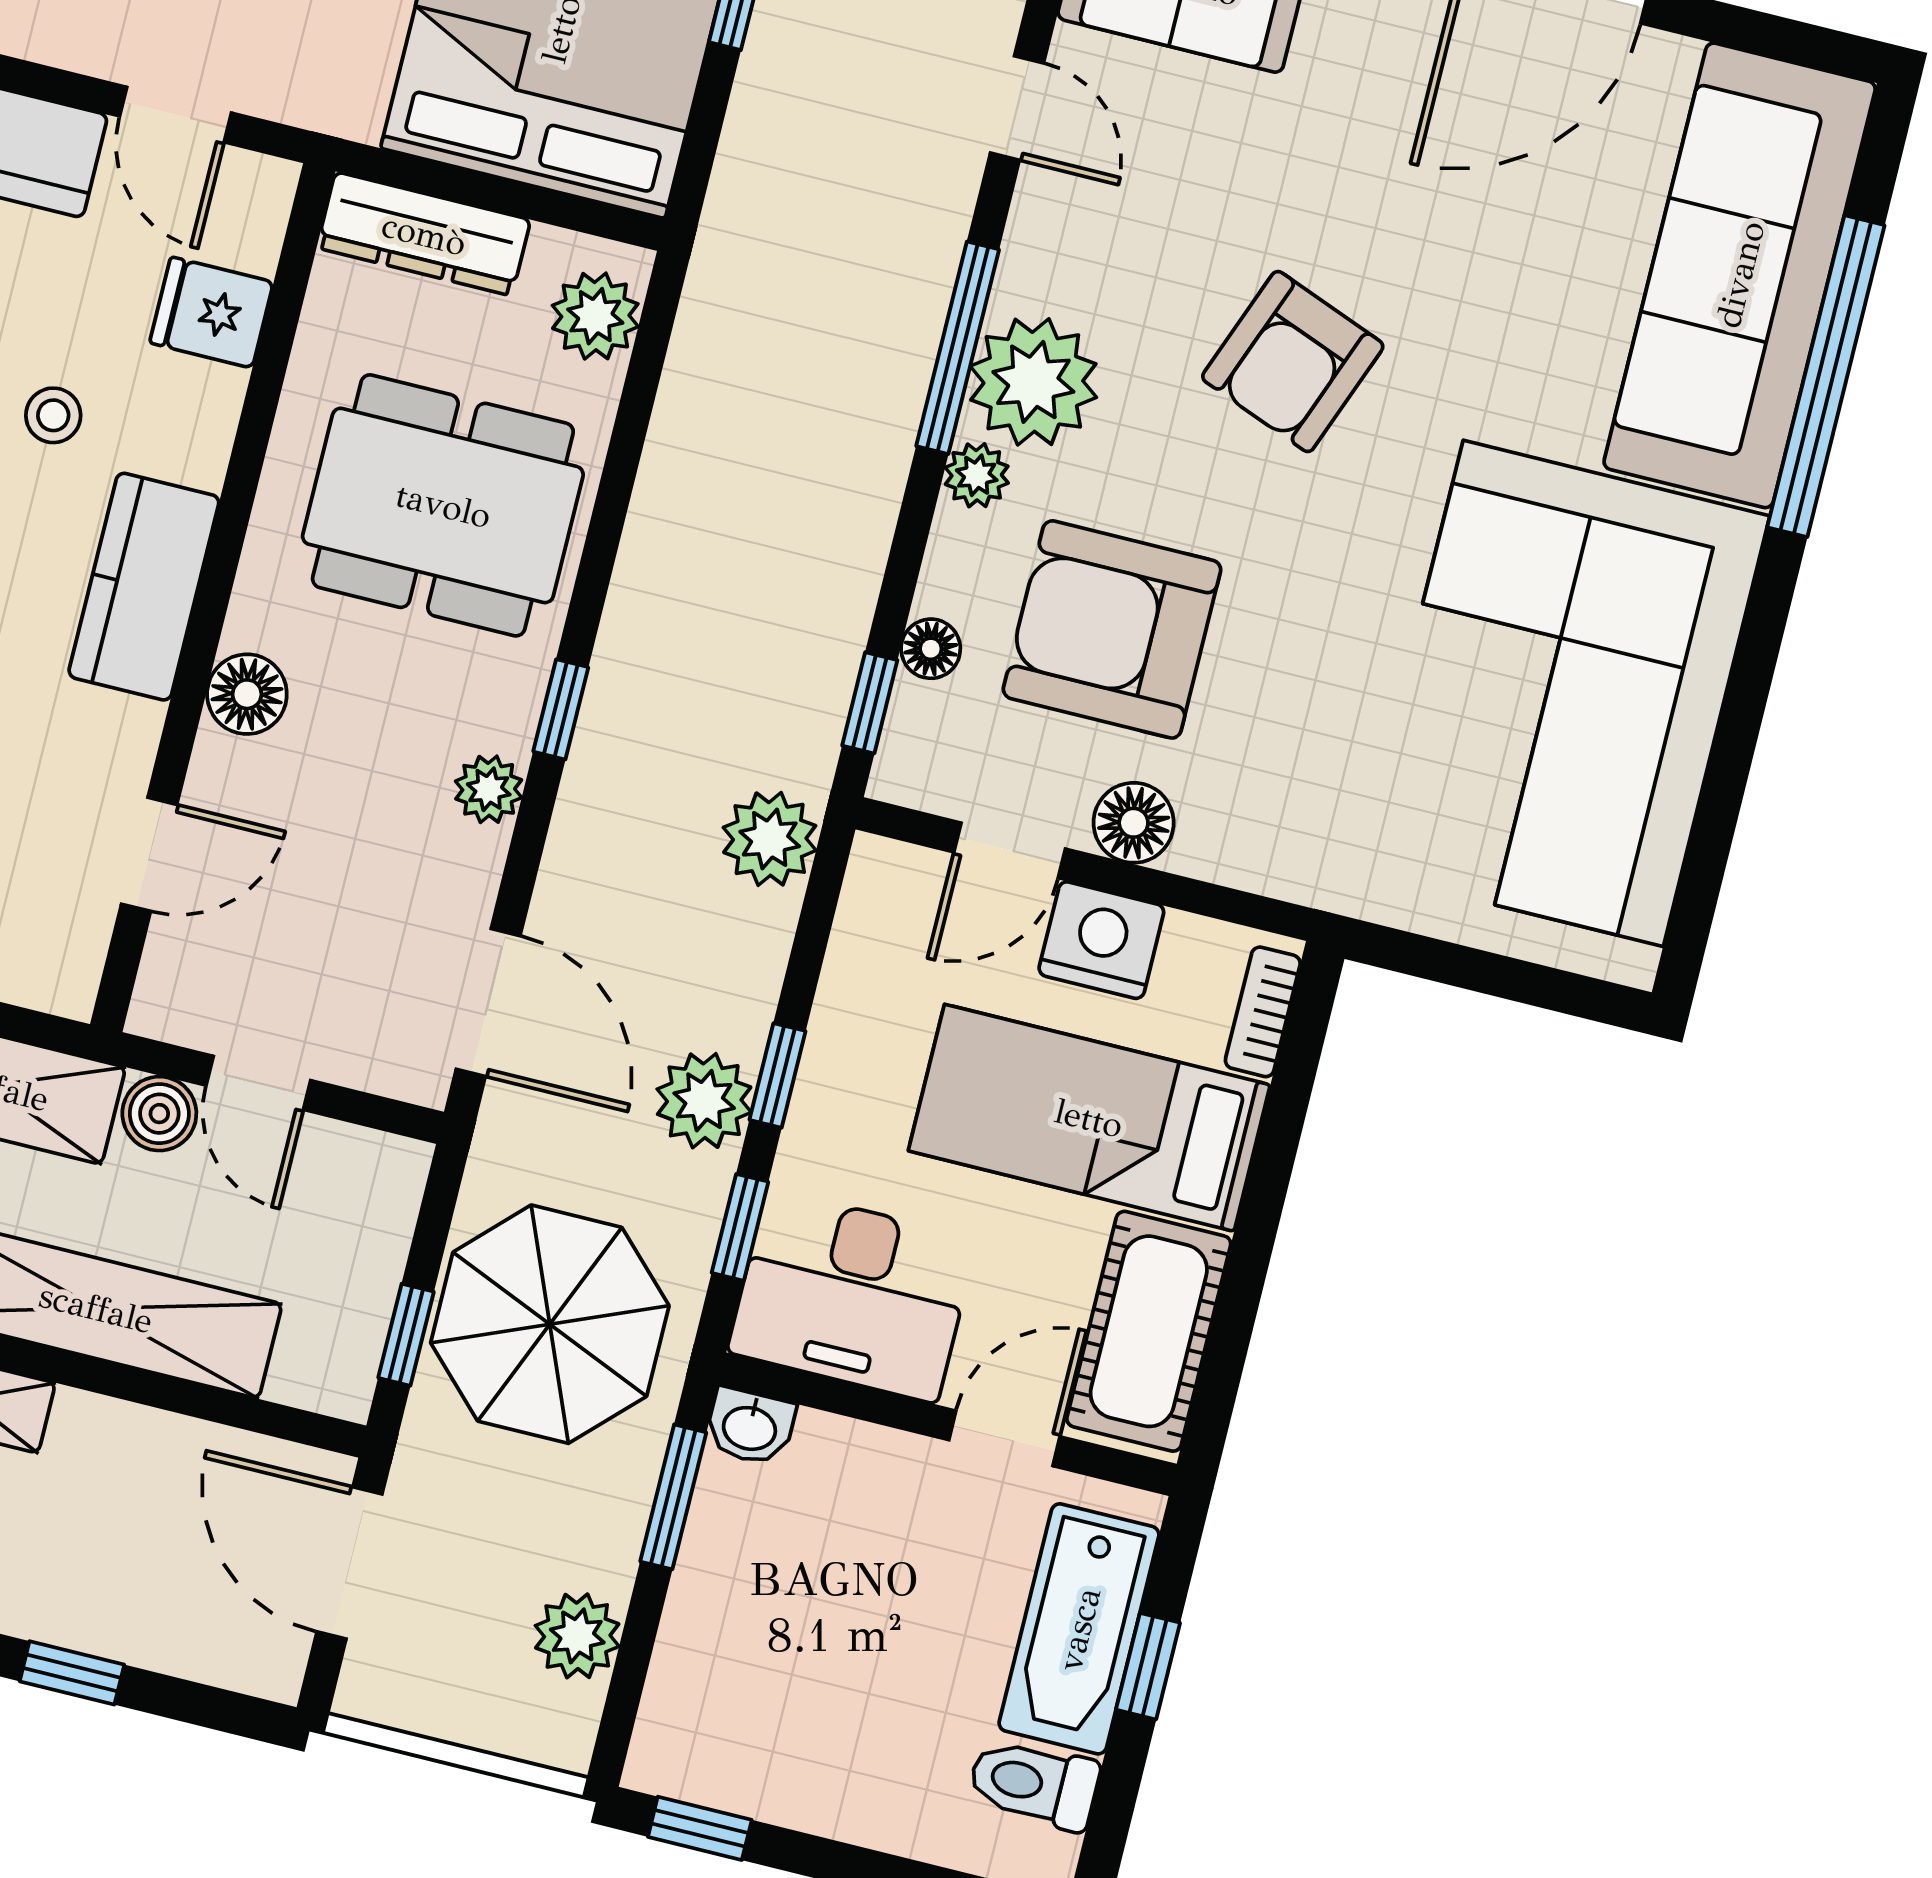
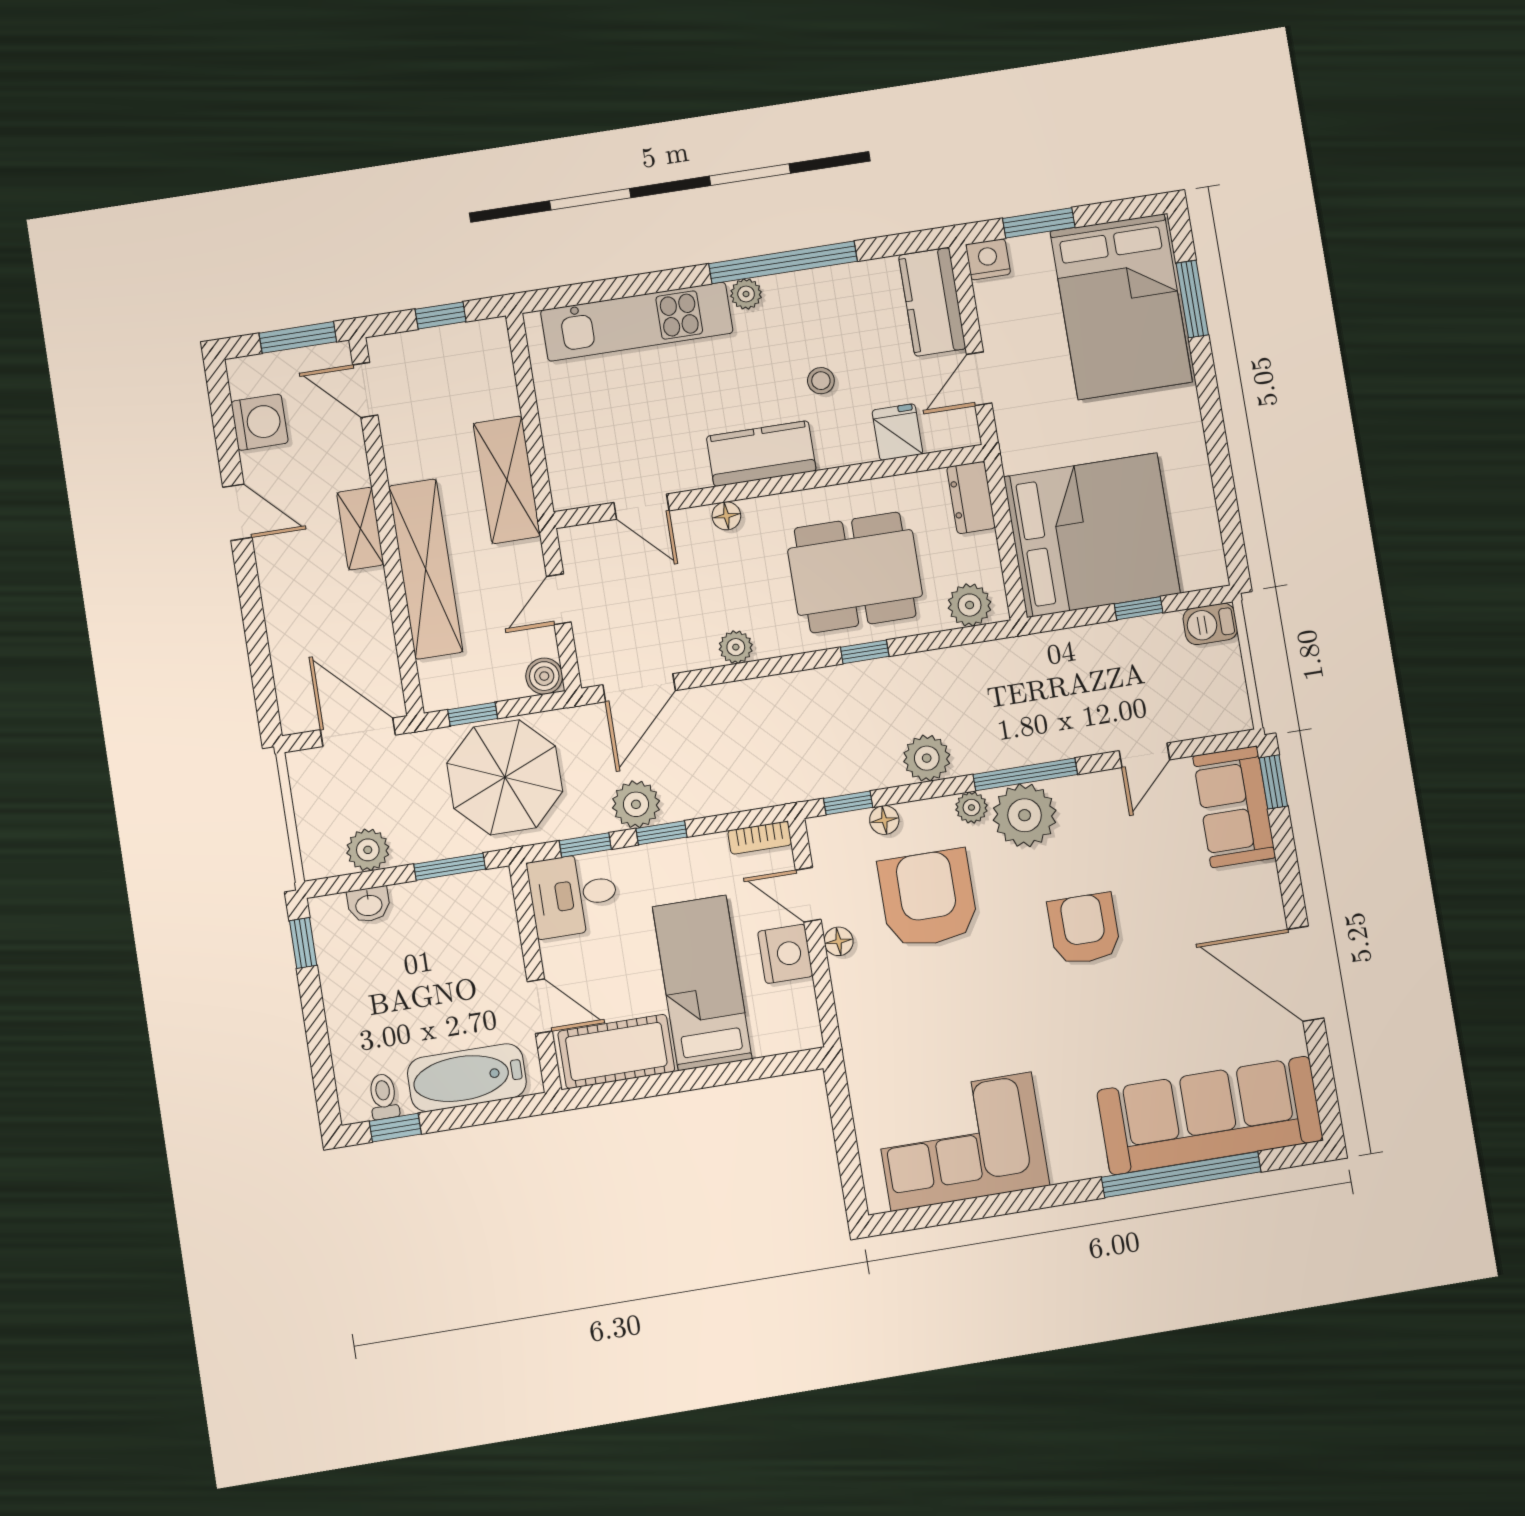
dresser: (424, 234) -> (971, 498), width x0.70
armchair: (1293, 362) -> (1084, 929), turned 69
dining table: (443, 505) -> (855, 572), turned 90
corner sofa: (1563, 693) -> (961, 1142), width x0.73, depth x0.74
floor lamp: (247, 694) -> (726, 516), width x0.73, depth x0.73
window: (561, 709) -> (865, 652), moved
floor lamp: (1134, 823) -> (839, 941), width x0.73, depth x0.73
plant: (770, 839) -> (927, 758), moved
bookcase: (1263, 1012) -> (760, 838), moved, turned 180
boiler: (159, 1114) -> (544, 676), moved
desk: (852, 1296) -> (573, 895), width x0.73
washbasin: (750, 1426) -> (369, 905), moved, turned -90
door: (350, 1563) -> (358, 732), hinge flipped
window: (1148, 1666) -> (395, 1128), moved
window: (72, 1673) -> (255, 628), removed
toilet: (1034, 1784) -> (384, 1096), width x0.73, depth x0.72

